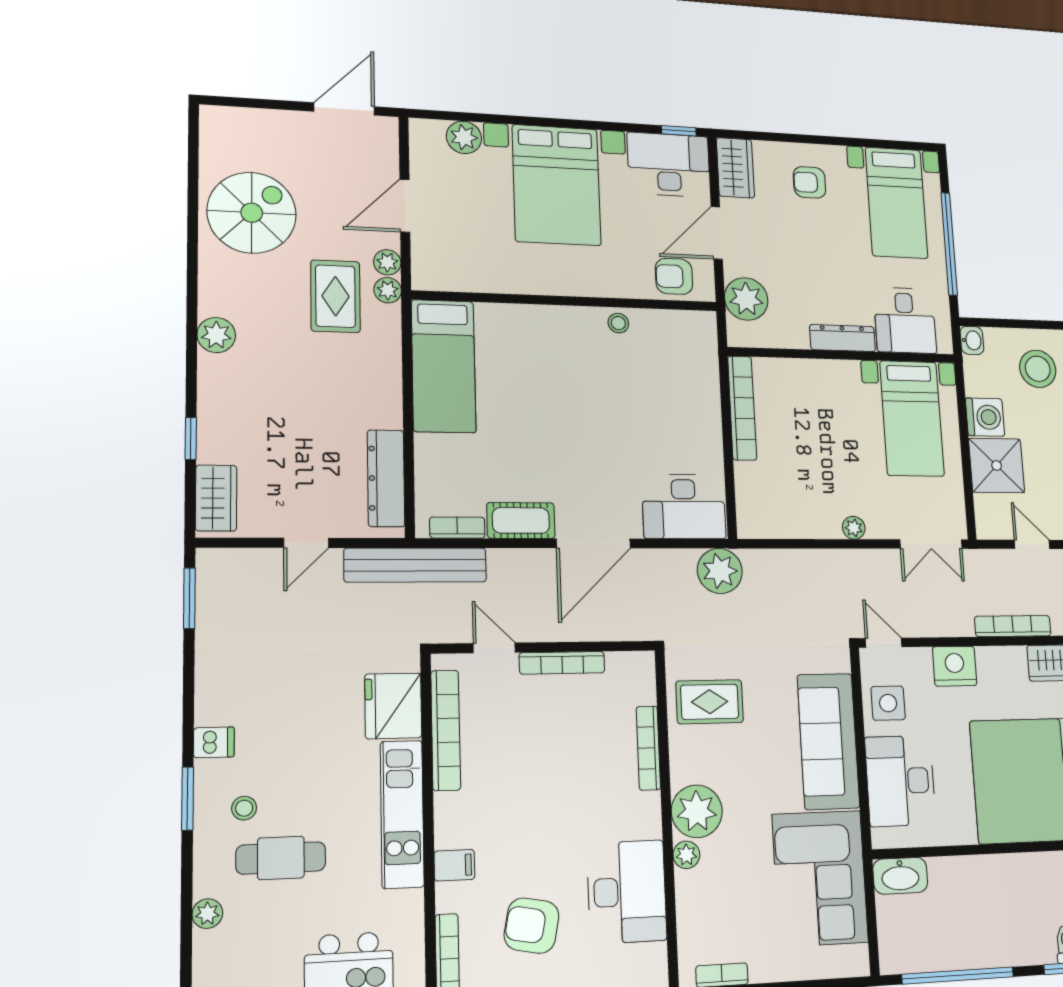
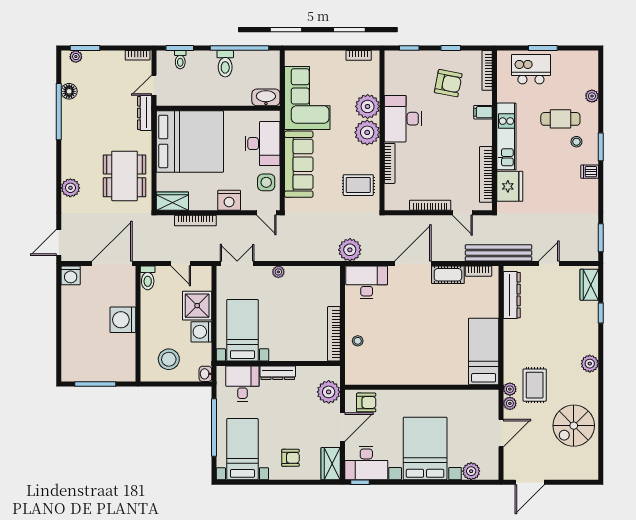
stool: (618, 323) -> (358, 341), moved
plant: (686, 855) -> (368, 106), width x1.87, depth x1.87
desk: (627, 892) -> (403, 119), moved
toilet: (983, 941) -> (225, 64), added

